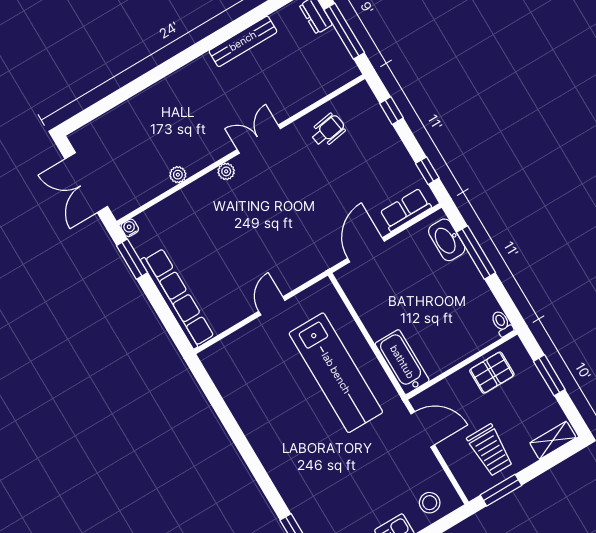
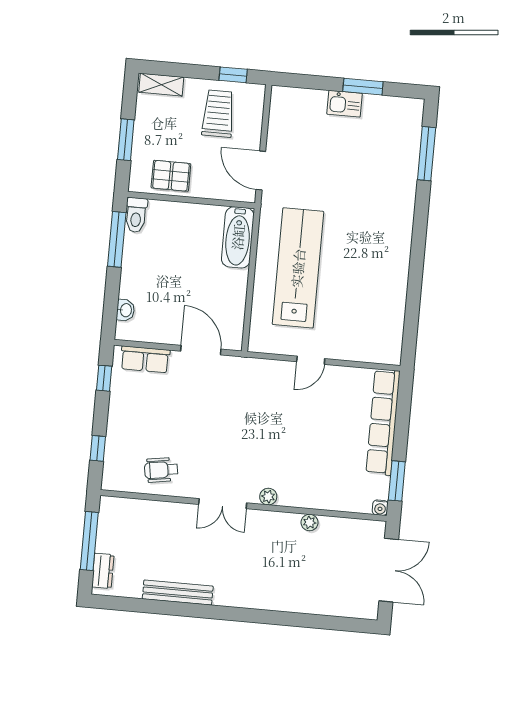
washbasin: (447, 240) -> (125, 310), width x0.52, depth x0.69
door: (366, 250) -> (201, 350), swing flipped
window: (476, 252) -> (117, 239), moved
toilet: (502, 323) -> (136, 215), width x1.37, depth x1.39
window: (501, 490) -> (233, 75), width x0.67
stool: (430, 503) -> (298, 107), removed

